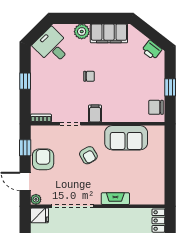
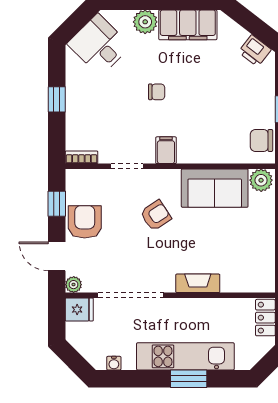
plant: (156, 133) -> (261, 180), added
armchair: (88, 155) -> (156, 215), turned -93

